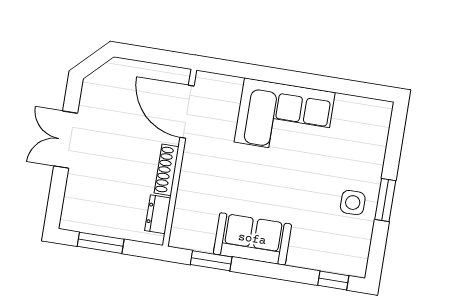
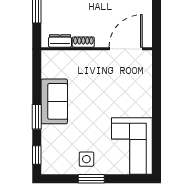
corner sofa: (285, 117) -> (132, 146), moved
shoe rack: (167, 170) -> (83, 42), width x0.70
window: (211, 261) -> (37, 117), moved

